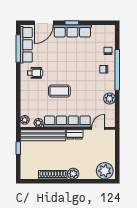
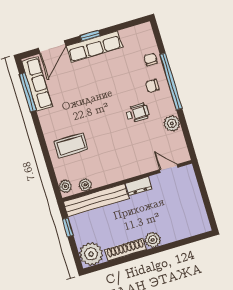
wheelchair: (35, 73) -> (138, 113), moved
coffee table: (59, 91) -> (71, 145), moved
row of seats: (67, 122) -> (124, 172), removed
door: (98, 128) -> (169, 168), hinge flipped
plant: (105, 171) -> (91, 254), moved

